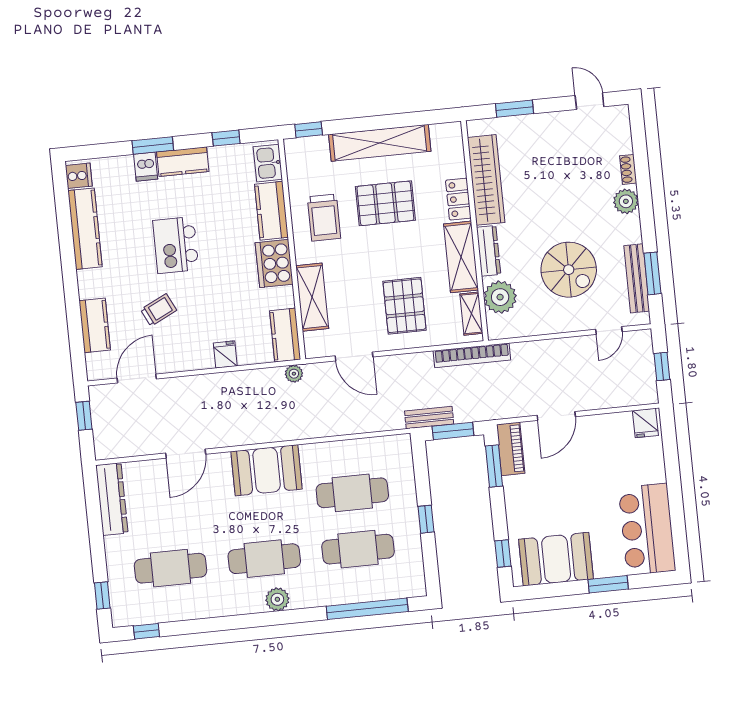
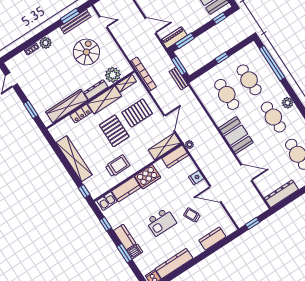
pallet: (385, 203) -> (114, 131), moved
shelving: (312, 297) -> (164, 146), moved
door: (137, 378) -> (215, 194), moved

